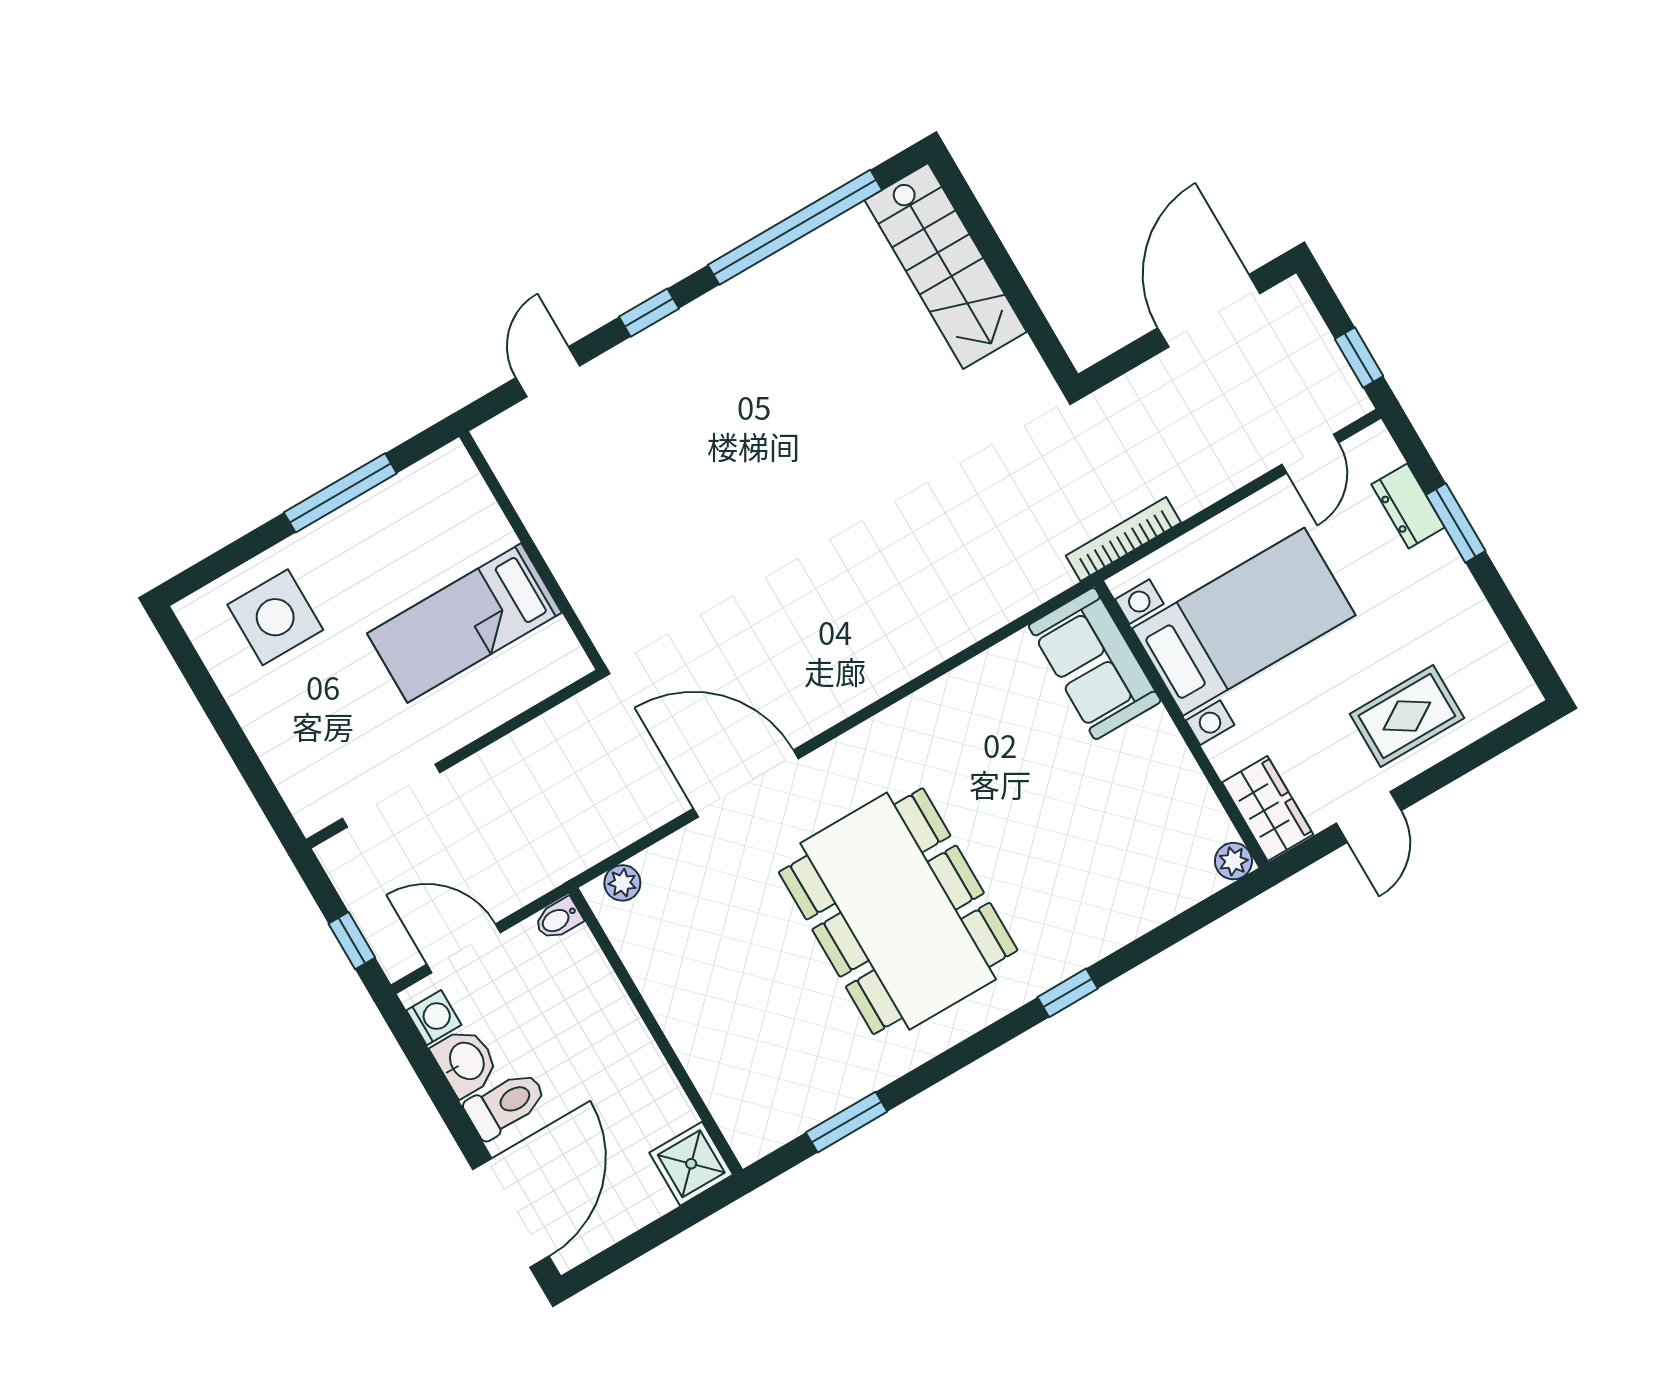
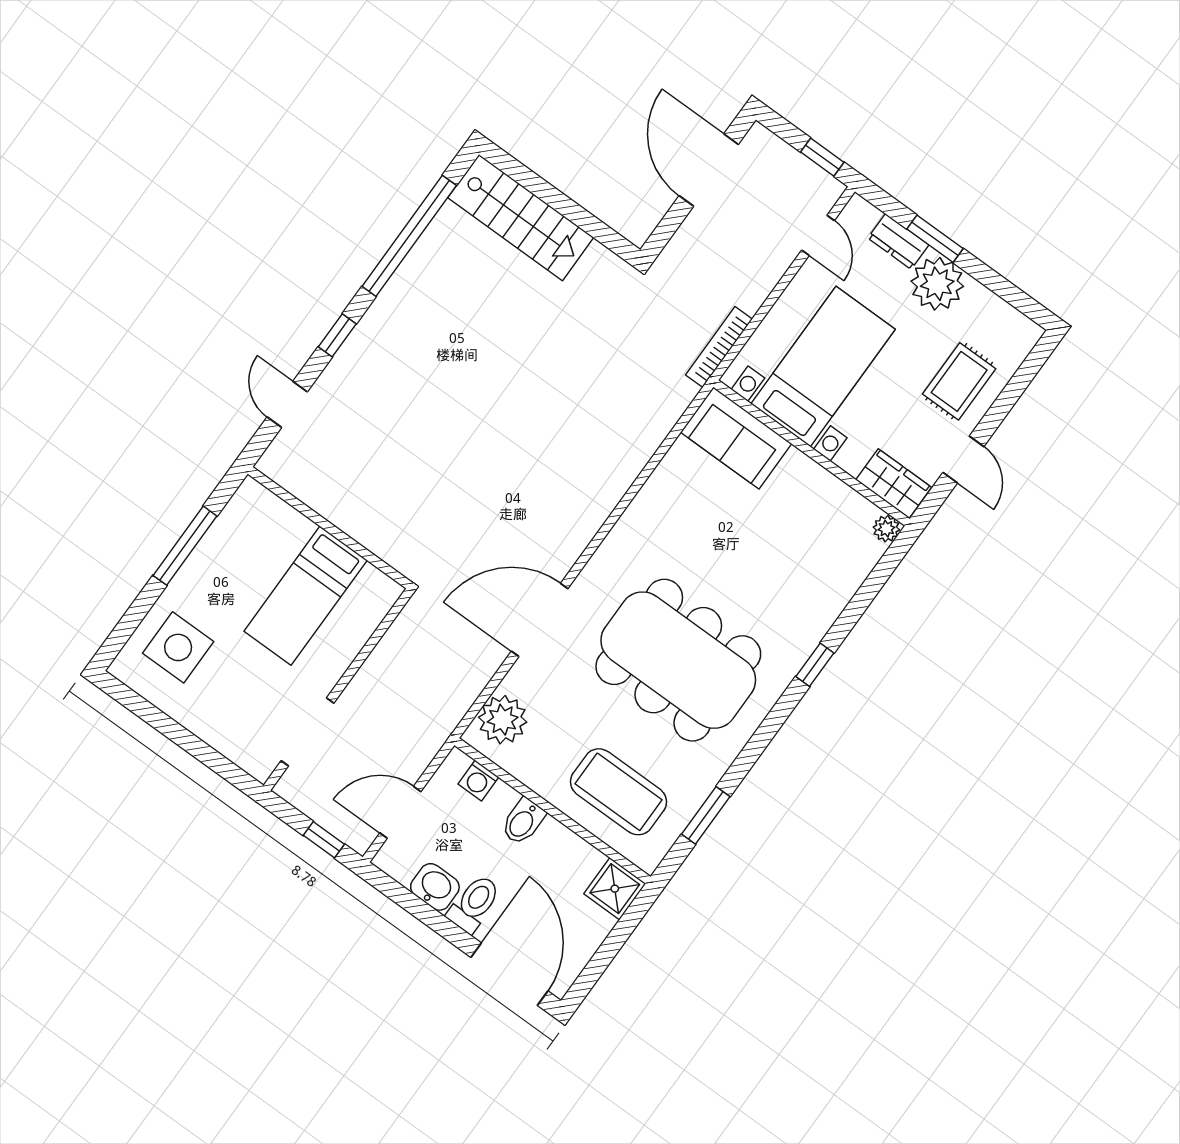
plant: (1434, 581) -> (937, 284), added
plant: (622, 883) -> (503, 720), width x1.87, depth x1.87
bidet: (558, 919) -> (523, 821), moved, width x1.38, depth x1.36
washing machine: (434, 1018) -> (478, 780), moved, turned 180
coffee table: (750, 1044) -> (618, 792), added

